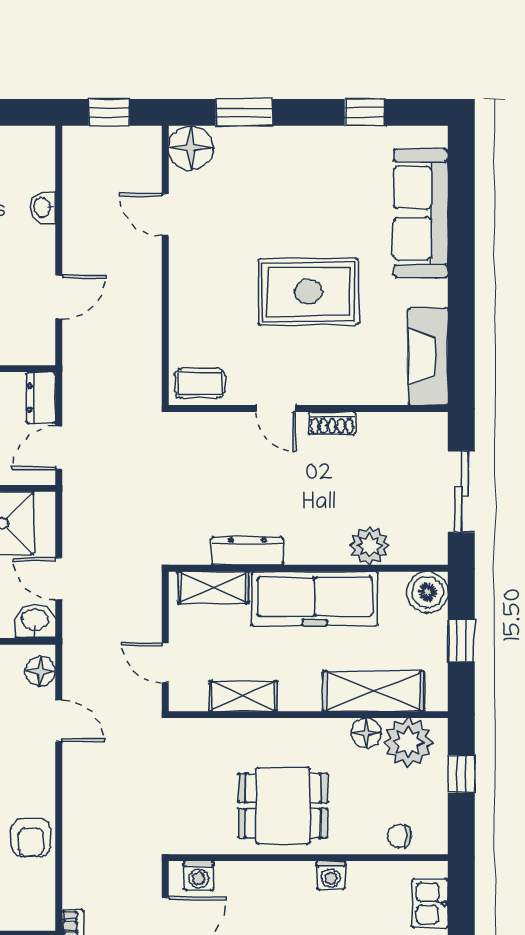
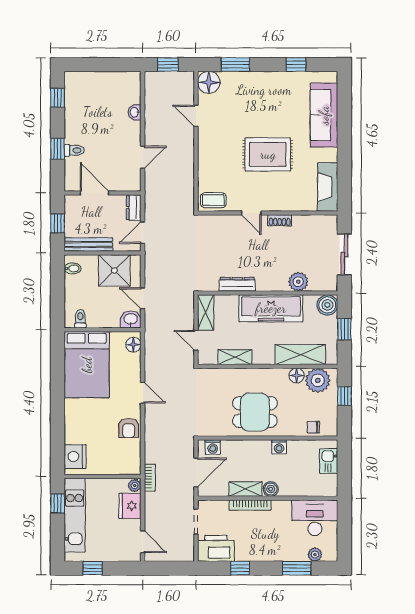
shelving: (213, 588) -> (206, 312), moved, turned 90
door: (59, 721) -> (143, 393), moved

